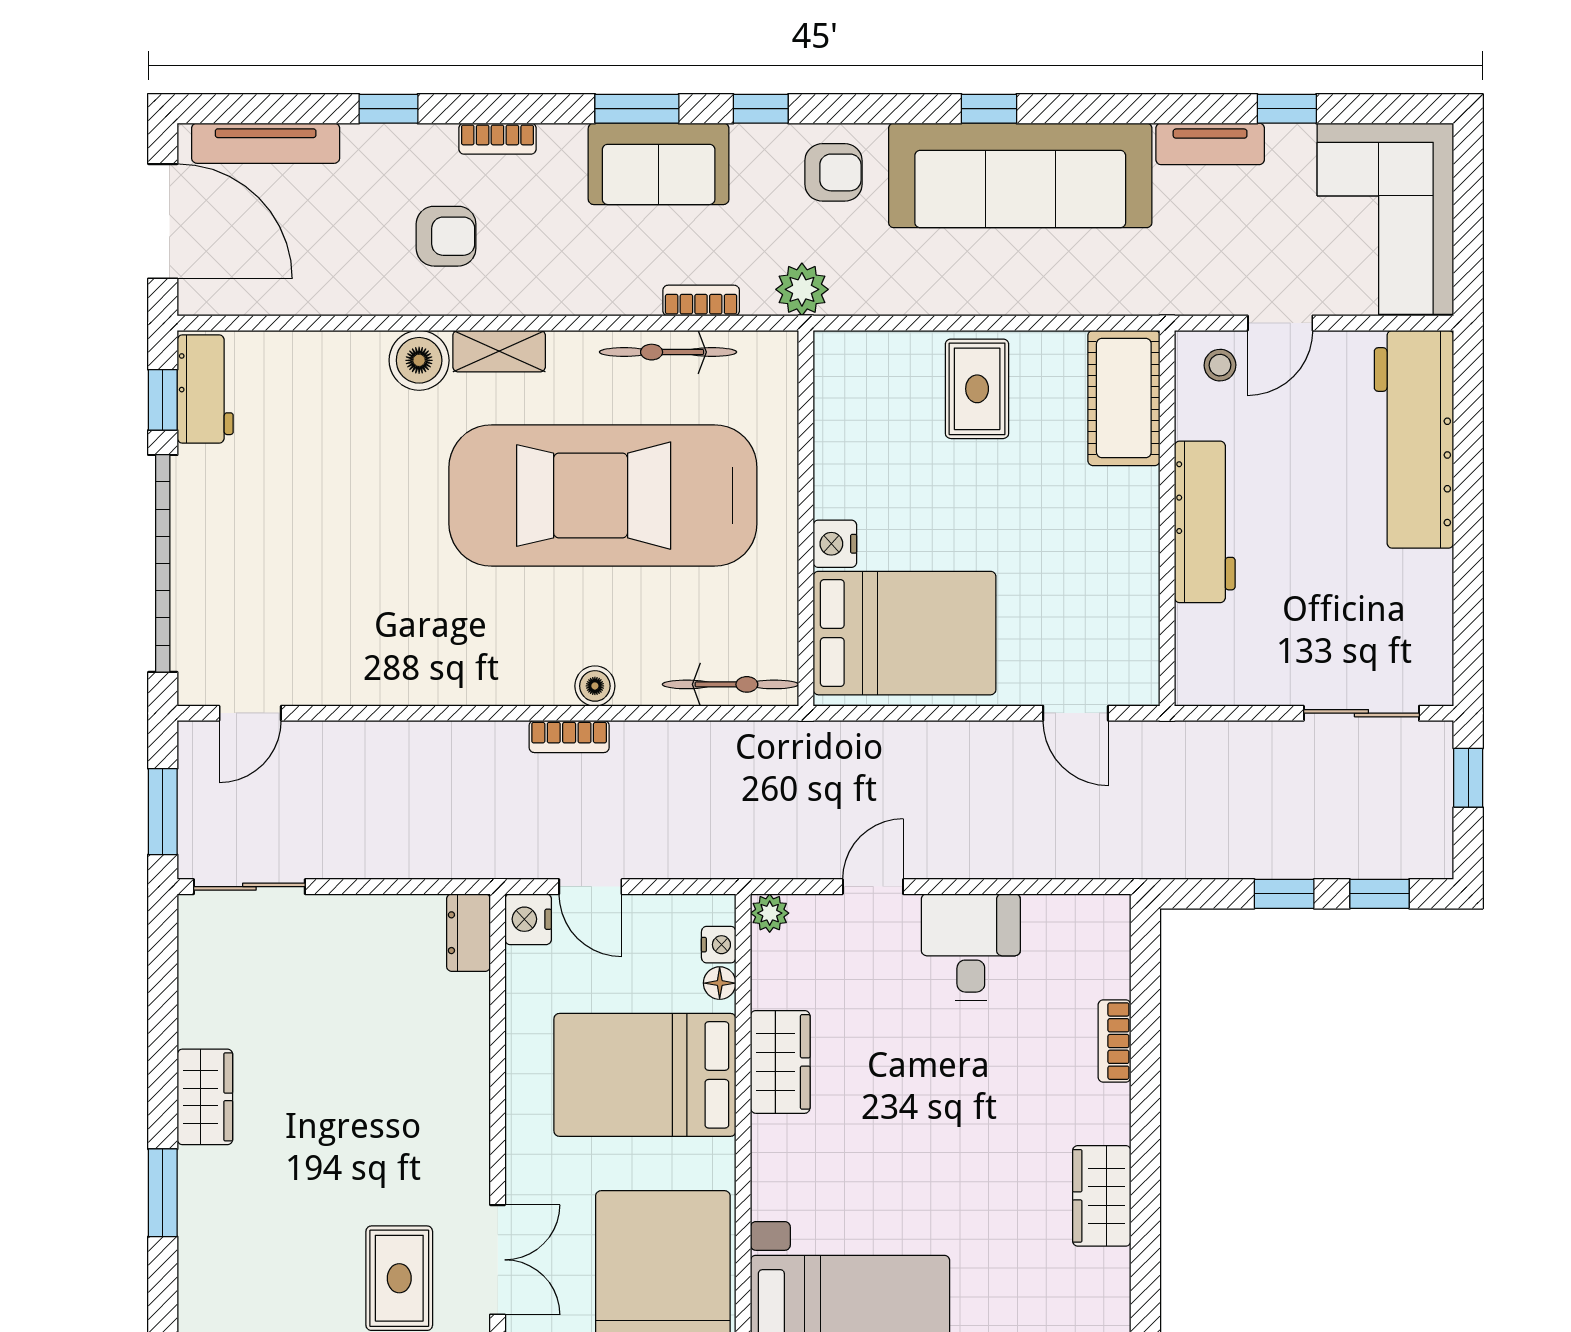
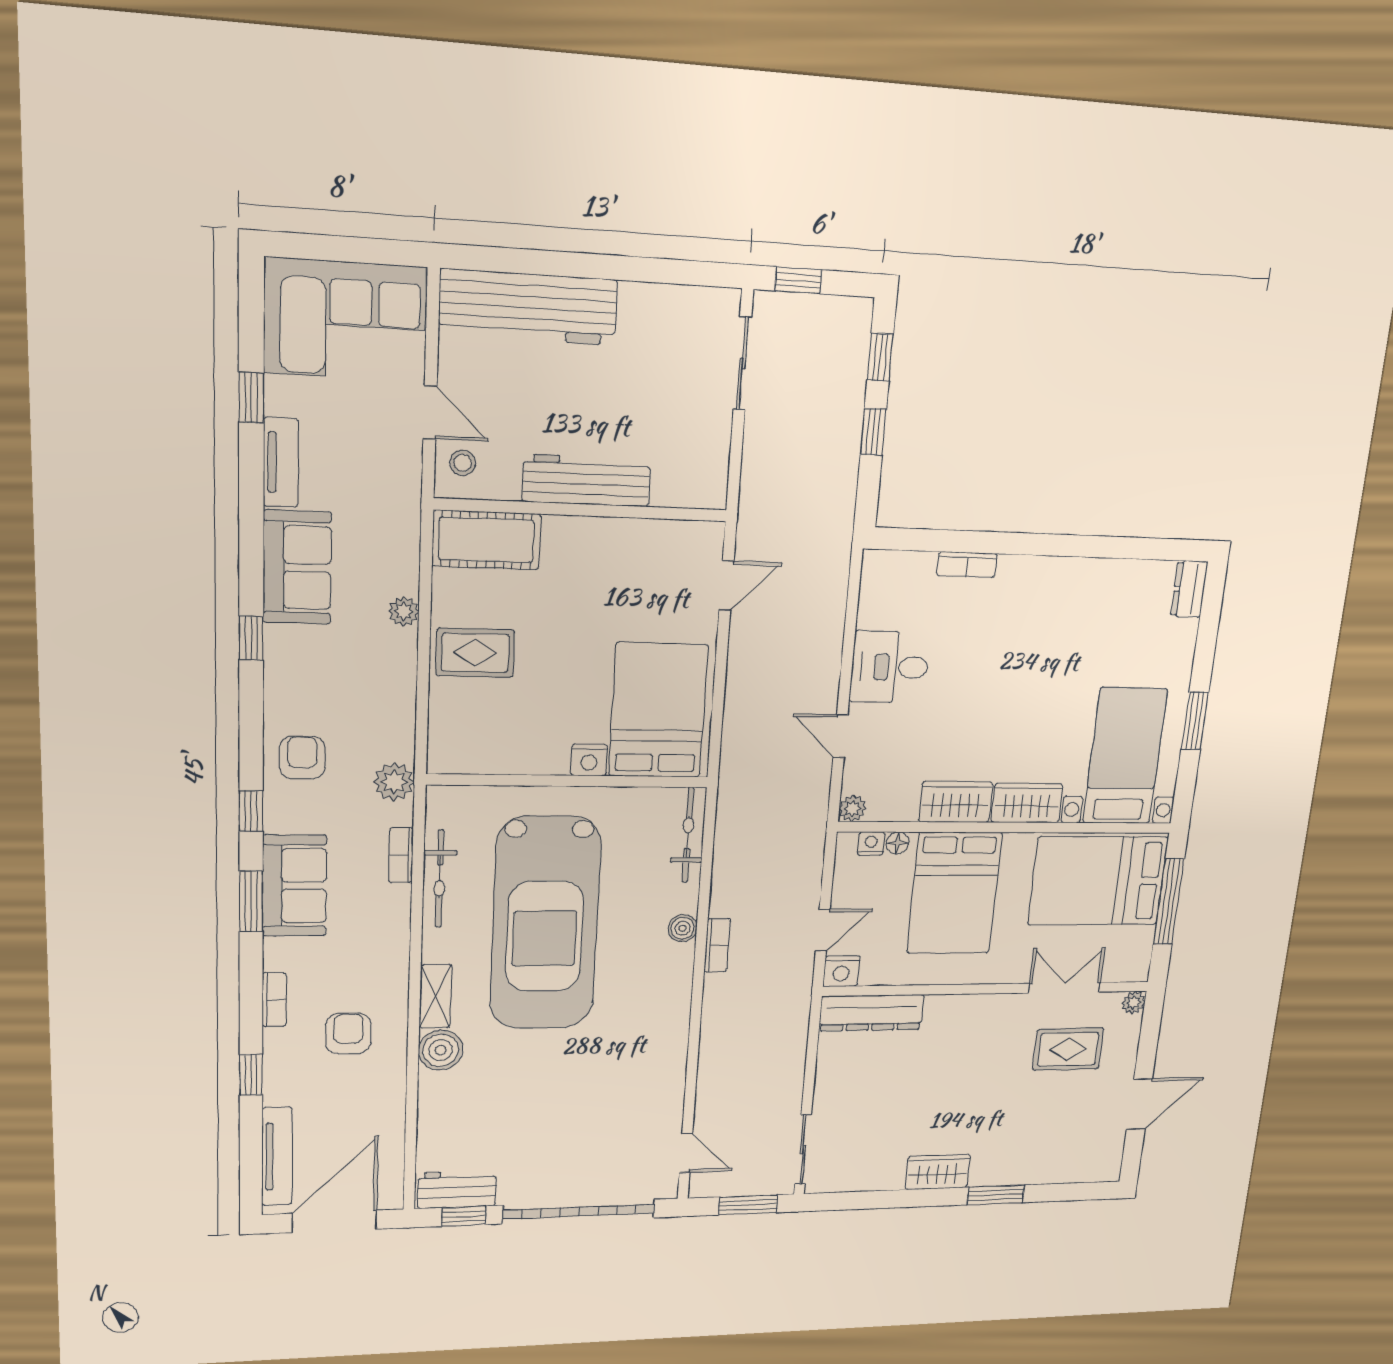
sofa: (1020, 175) -> (297, 567), width x0.54, depth x0.79
plant: (1028, 297) -> (404, 612), added
dresser: (468, 933) -> (872, 1013), width x1.96, depth x1.24
wardrobe: (1102, 1196) -> (1027, 803), moved, turned 180

